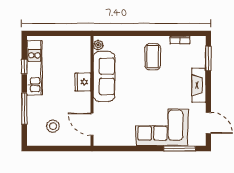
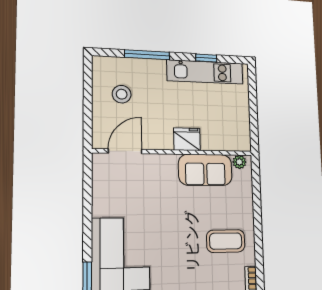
sofa: (104, 76) -> (205, 170), width x0.73

